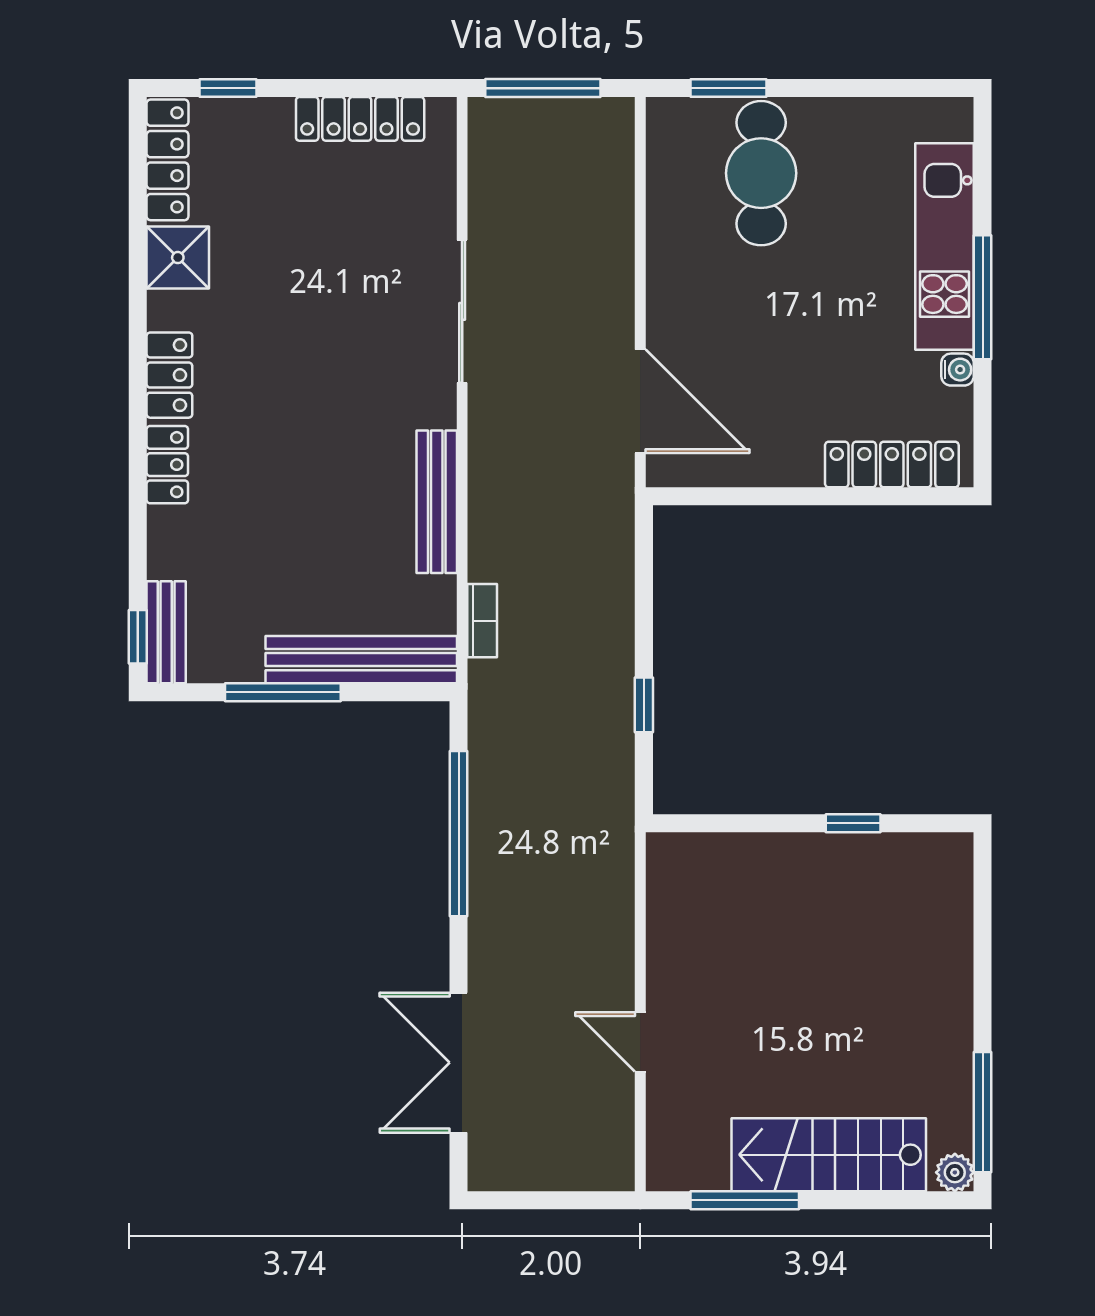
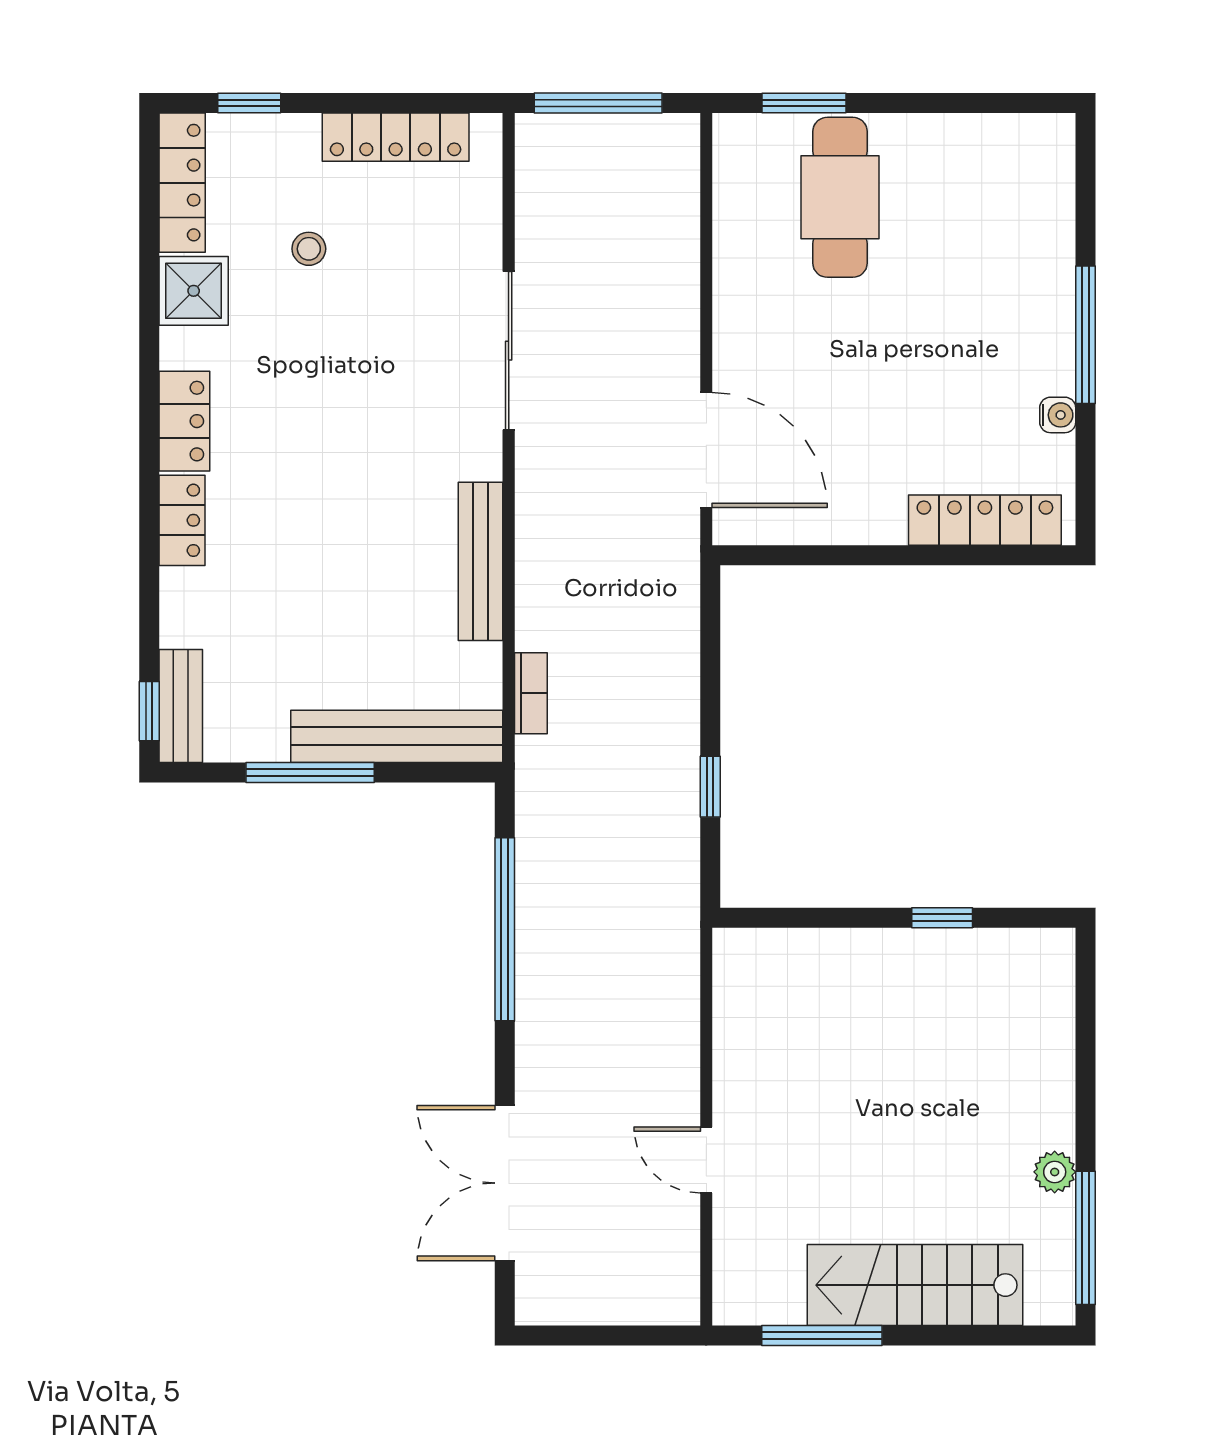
stool: (282, 220) -> (309, 249), added
kitchen unit: (945, 247) -> (1043, 279), removed
plant: (955, 1172) -> (1055, 1172), moved

